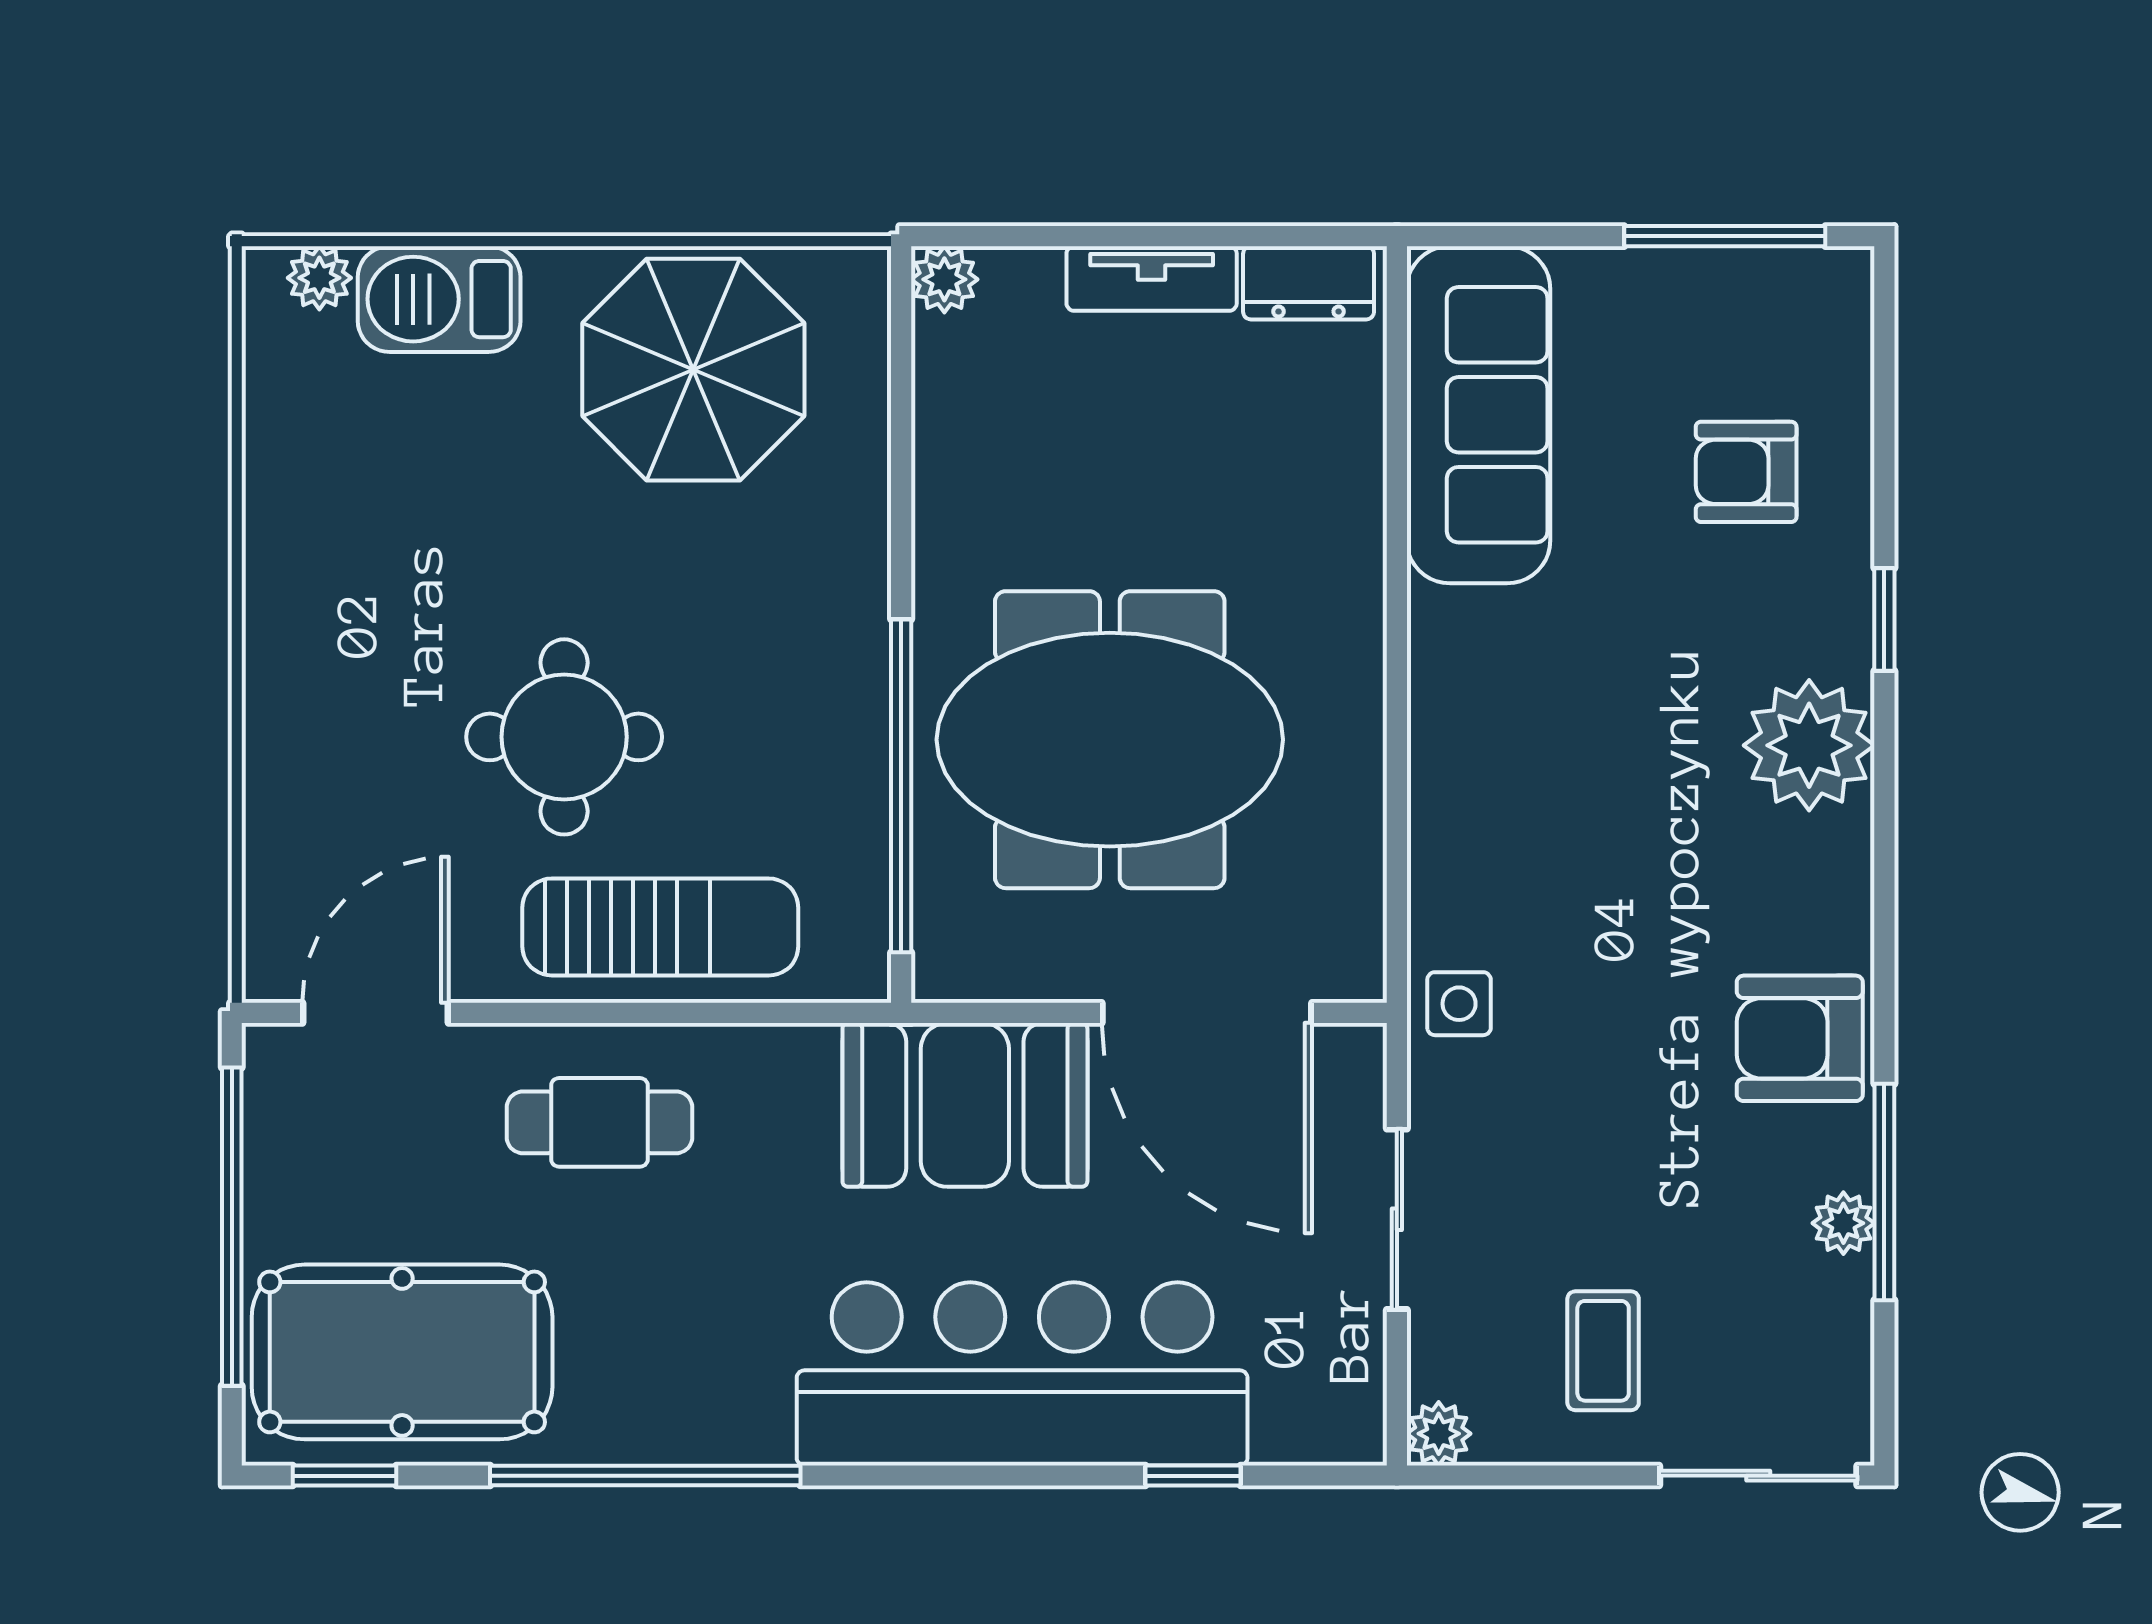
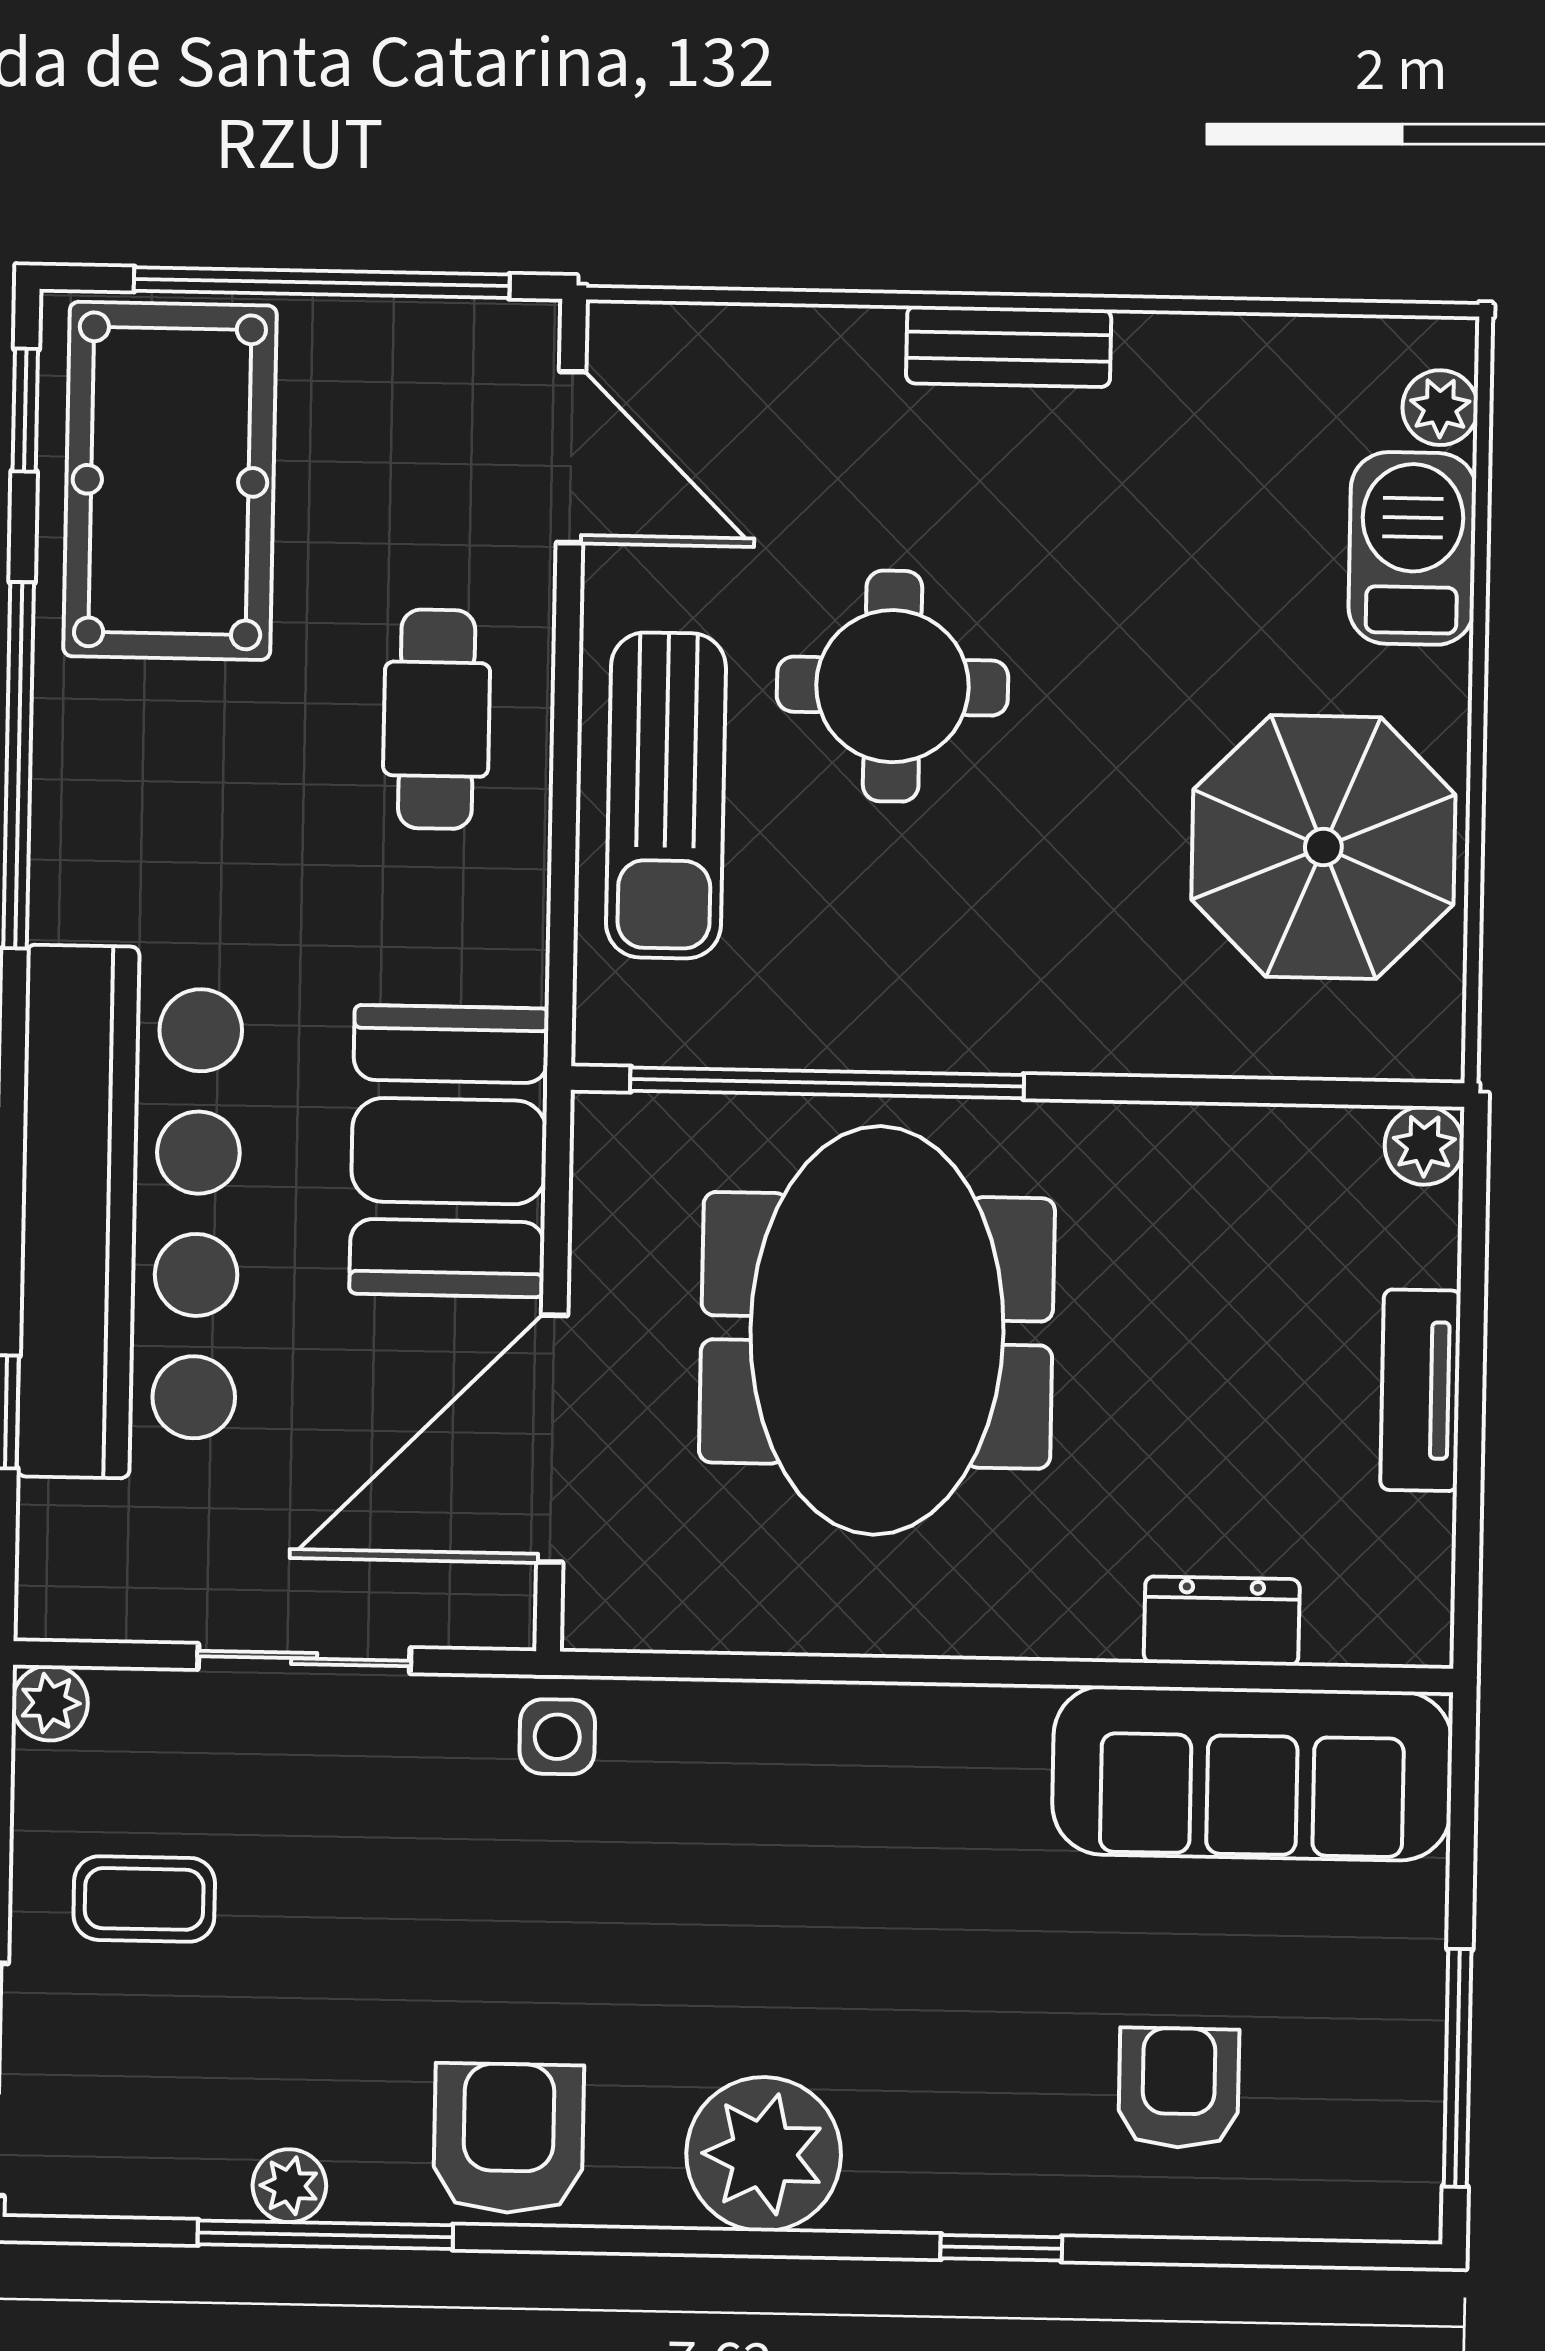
dresser: (1309, 283) -> (1222, 1621), moved, turned 90
bench: (275, 644) -> (1009, 346), added
plant: (1809, 745) -> (764, 2154), moved

